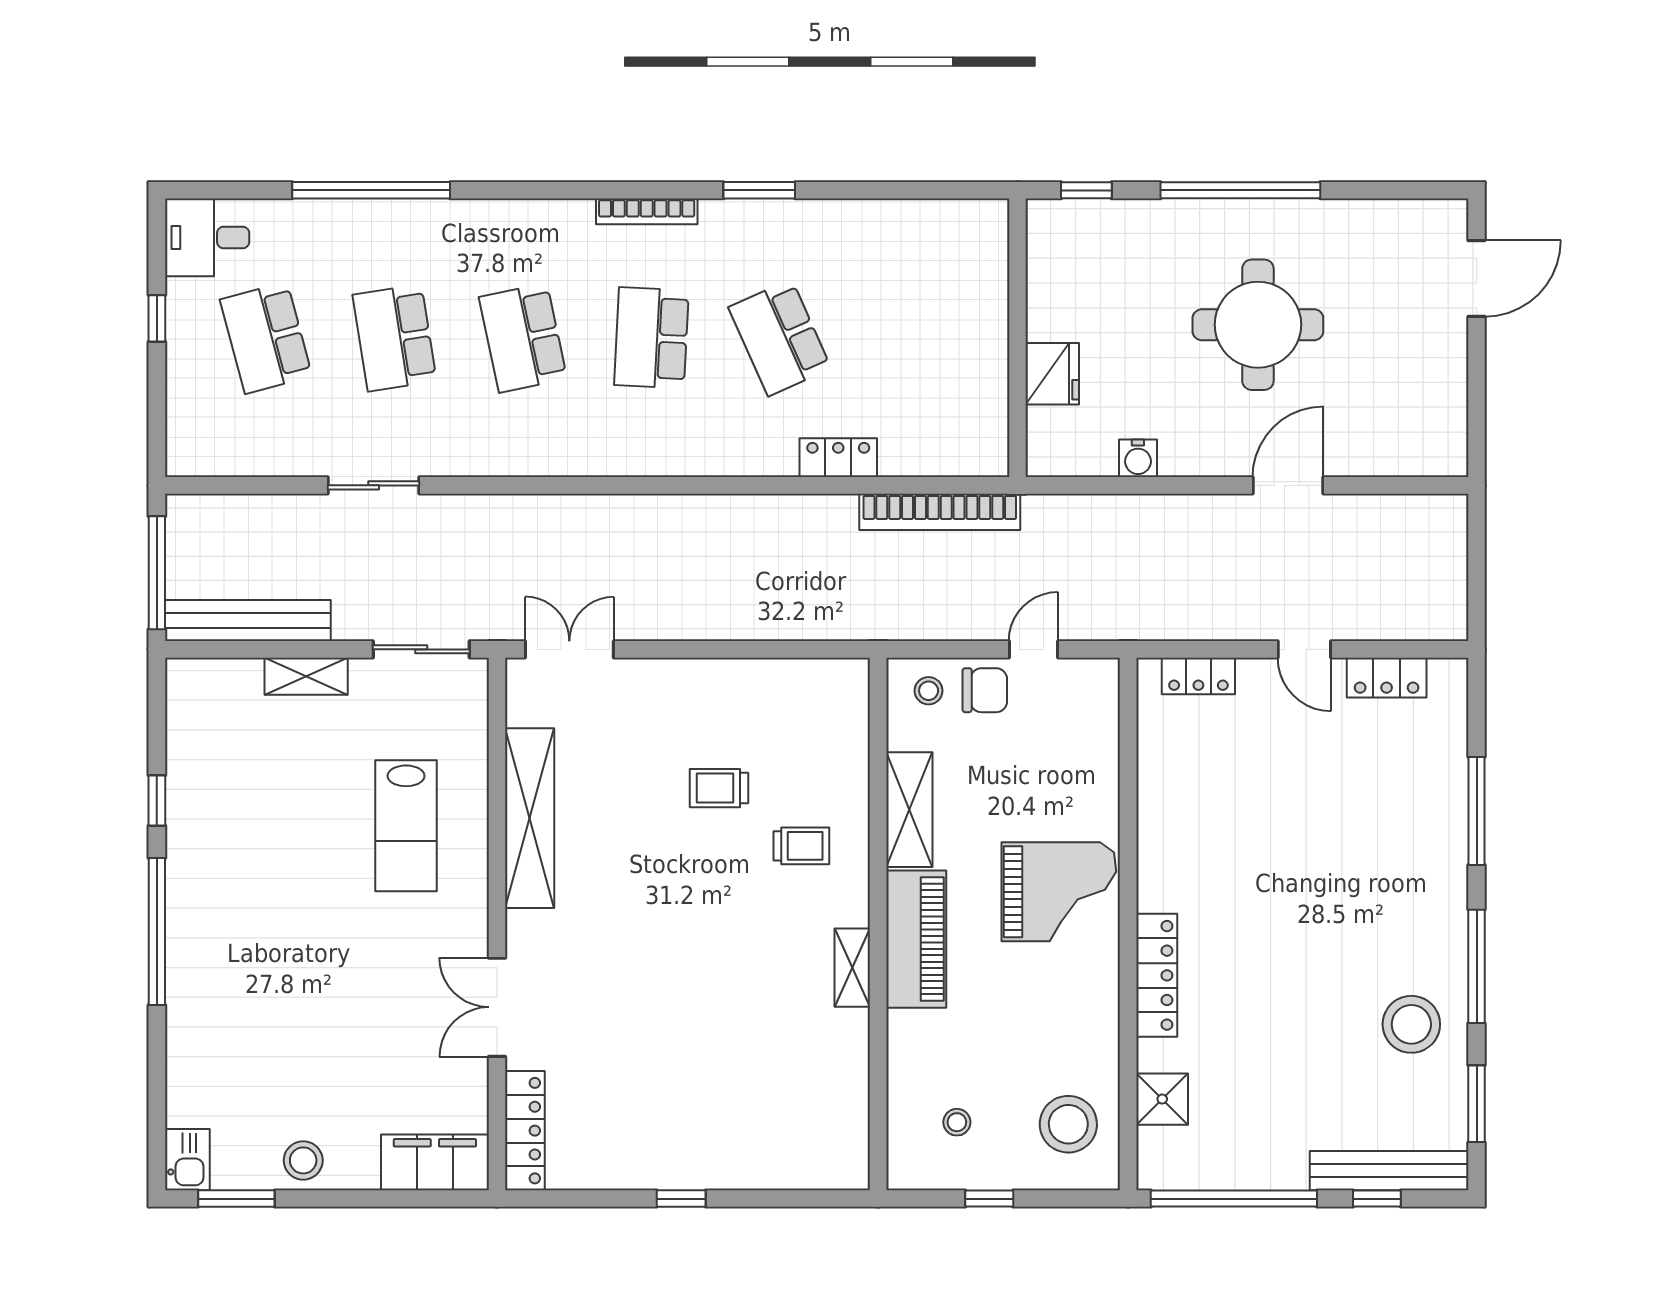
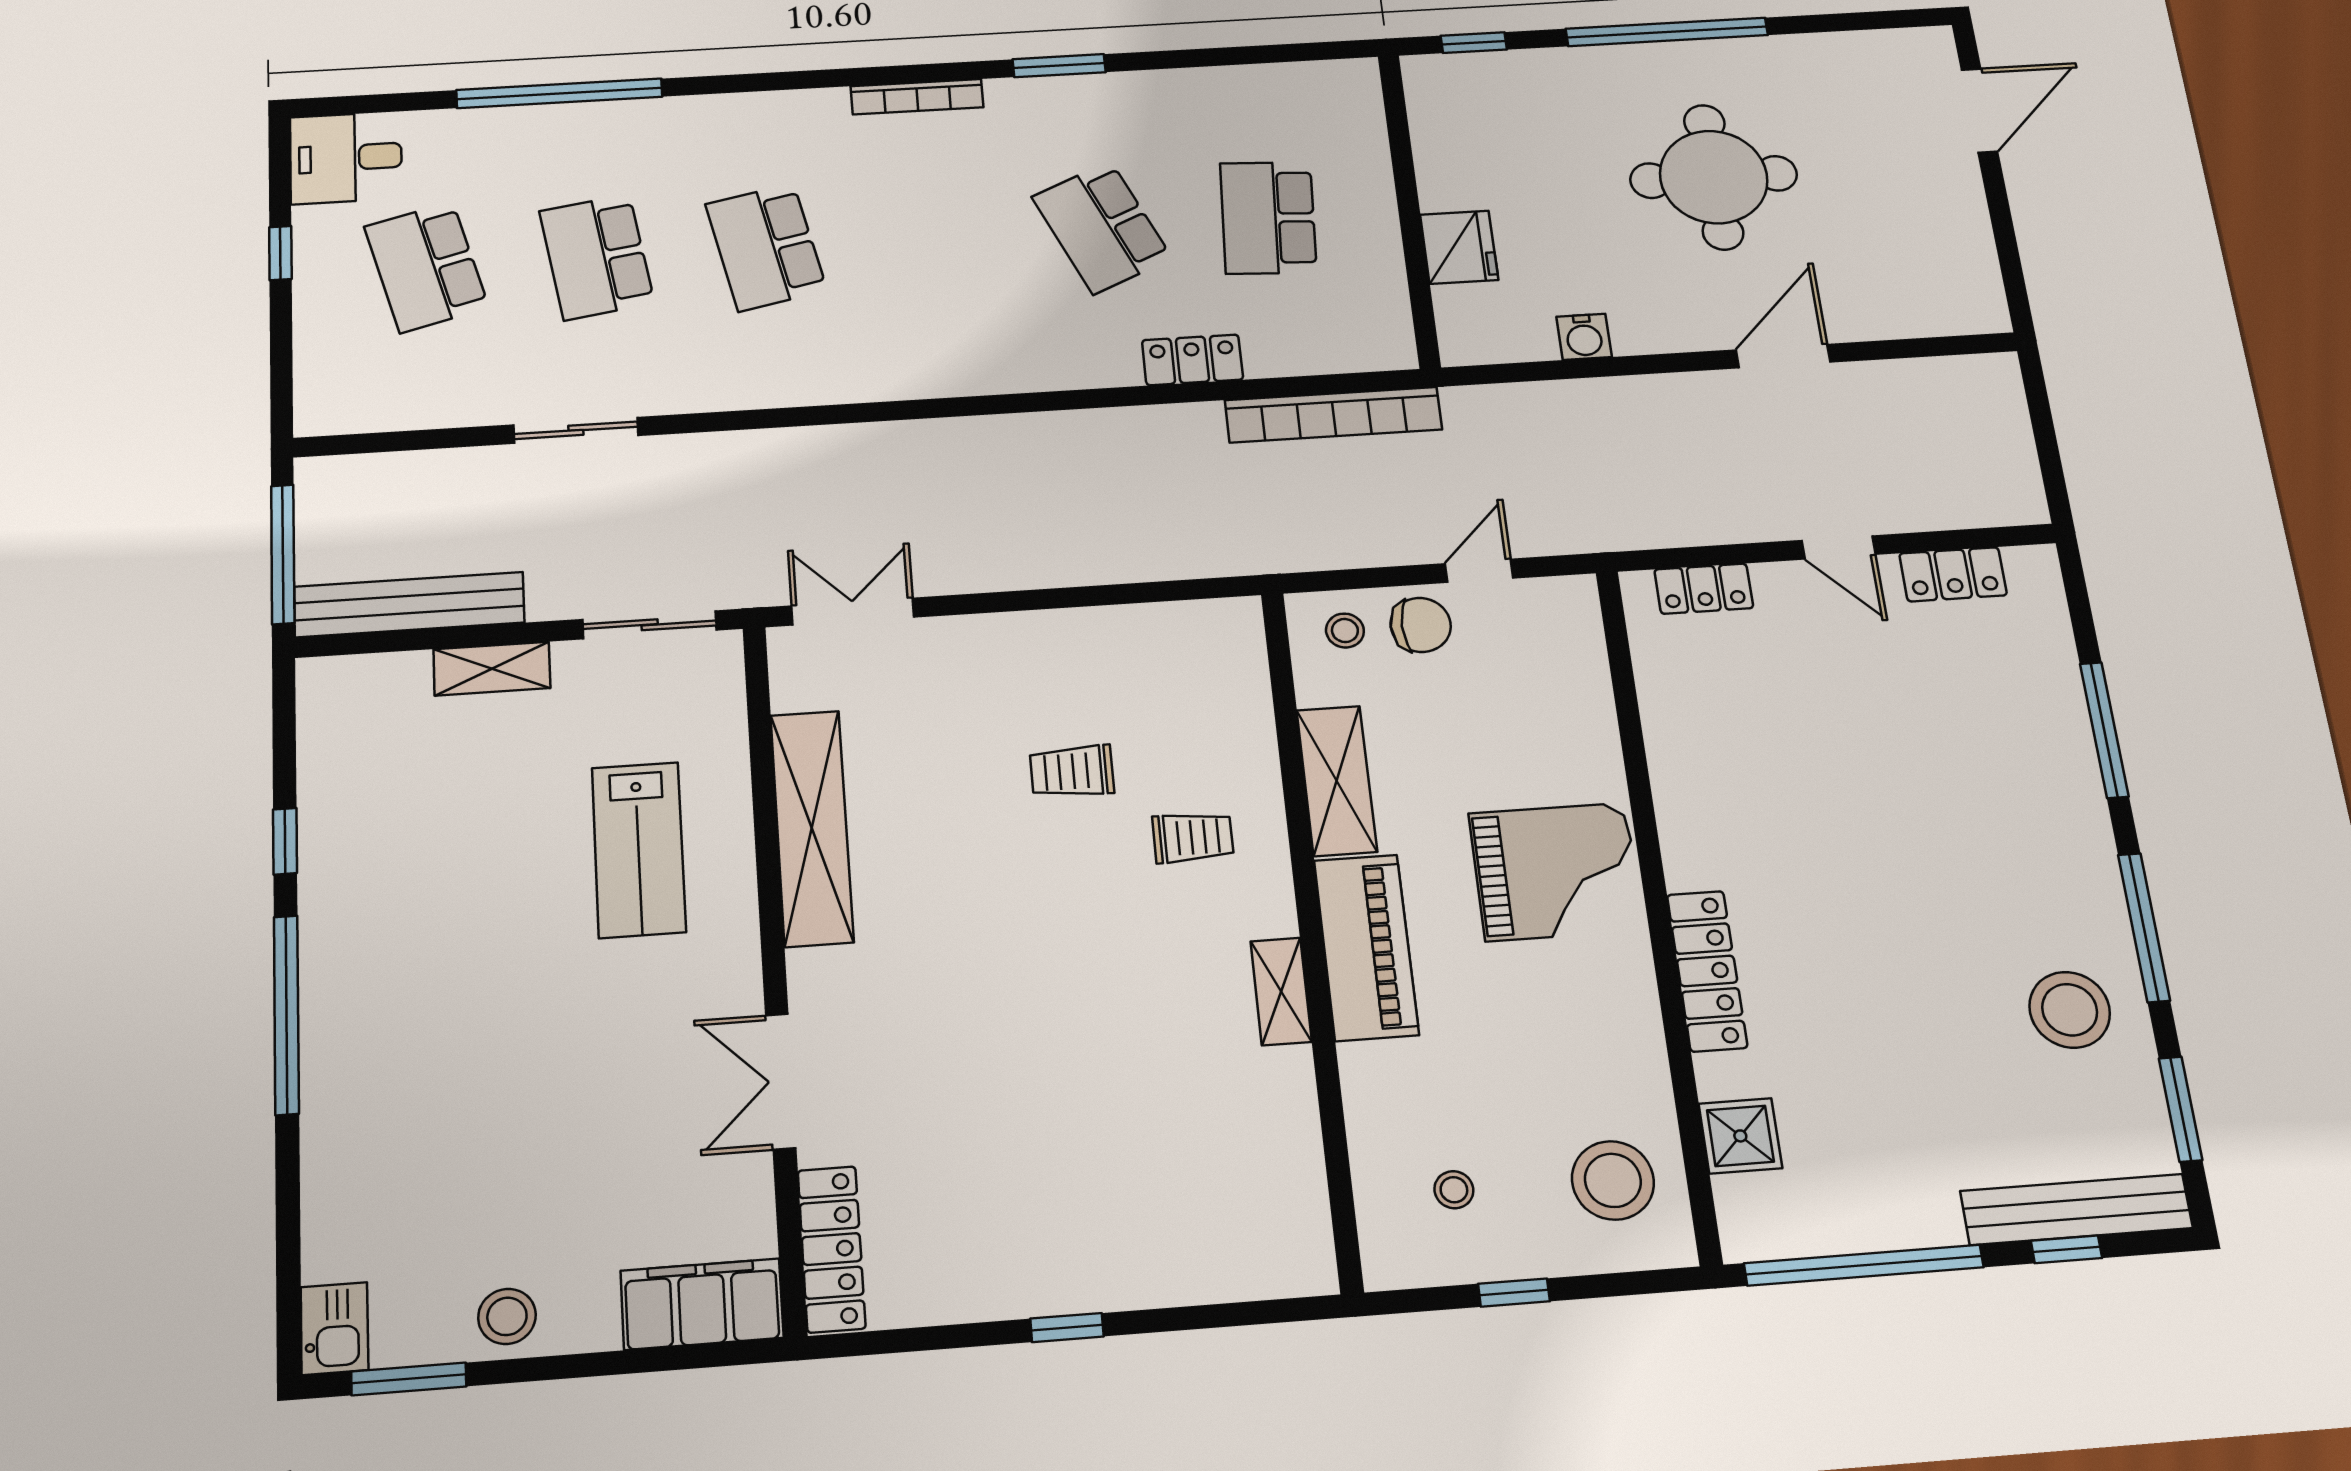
school desk: (651, 338) -> (1268, 218), moved

